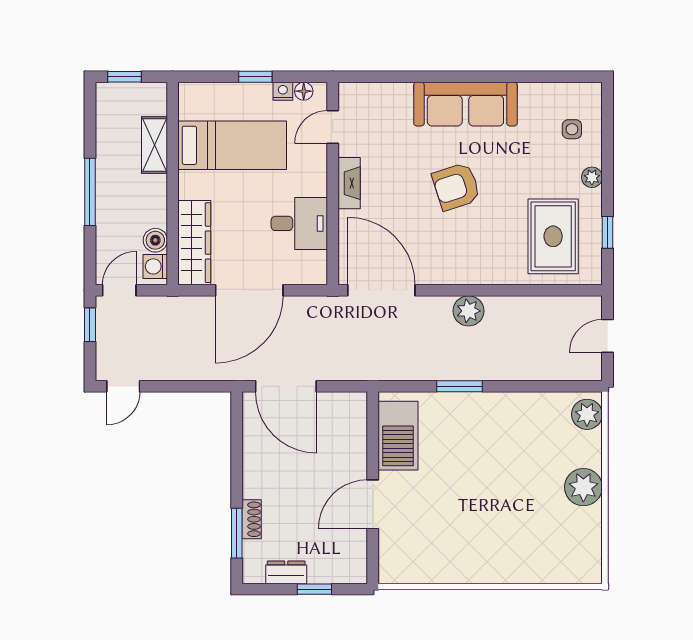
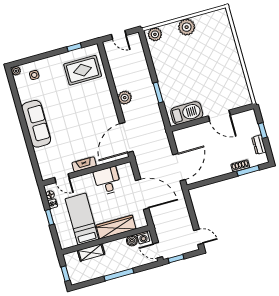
plant: (592, 177) -> (16, 71), moved
armchair: (456, 187) -> (73, 118), removed
wardrobe: (194, 243) -> (116, 227), moved

